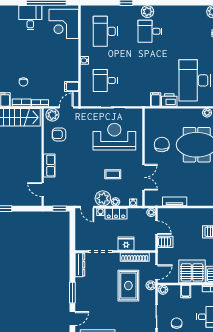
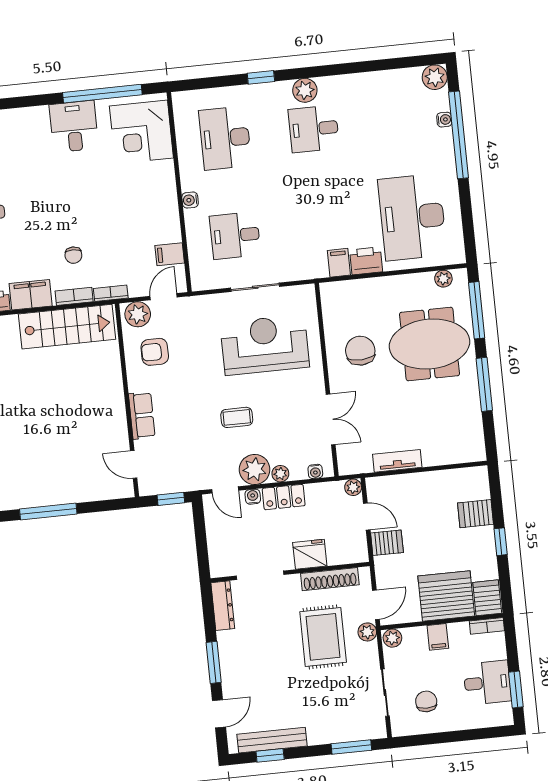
coffee table: (113, 174) -> (237, 417), moved

